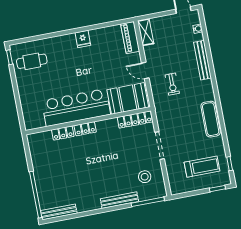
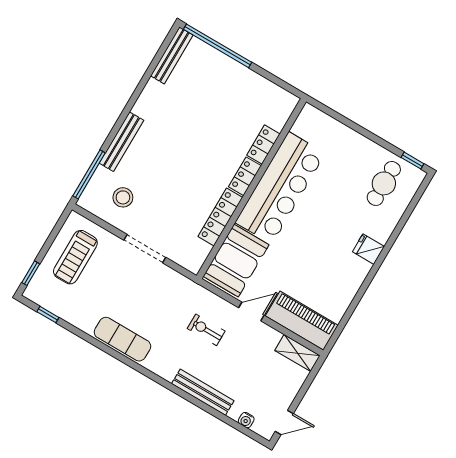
piano: (130, 38) -> (302, 321), width x1.37, depth x1.33
fridge: (83, 39) -> (368, 249), moved
locker: (135, 120) -> (220, 217), moved
treadmill: (202, 167) -> (75, 257), moved

